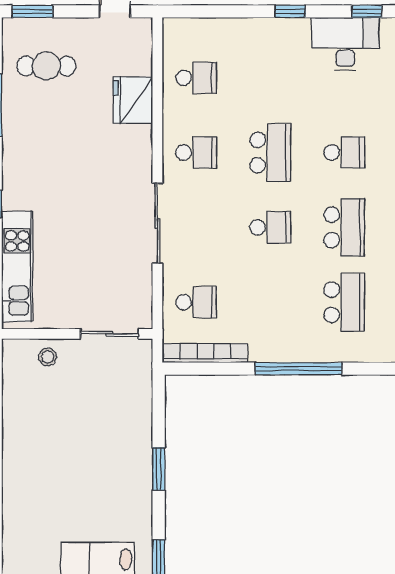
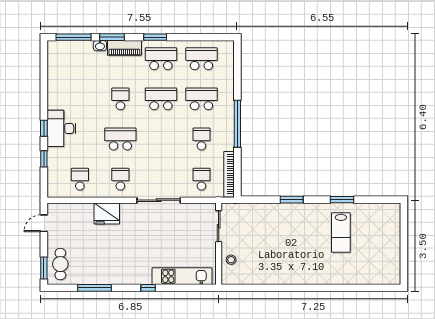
window: (367, 11) -> (44, 159), moved
desk: (345, 44) -> (61, 128), moved
cafe table: (46, 66) -> (60, 264), moved
fridge: (133, 100) -> (107, 213), moved
school desk: (270, 227) -> (201, 139), moved

